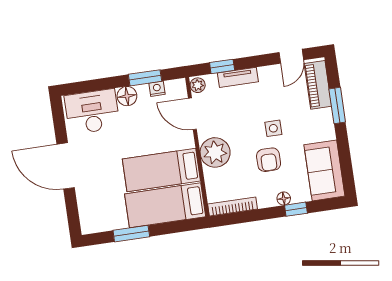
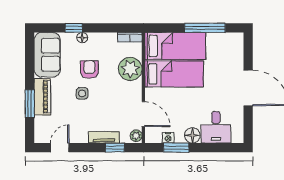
piano: (318, 85) -> (42, 97), moved
desk: (92, 112) -> (216, 127), width x0.73
plant: (215, 152) -> (130, 69), moved
bookcase: (232, 207) -> (130, 37), width x0.64
window: (131, 234) -> (205, 28), width x1.44

